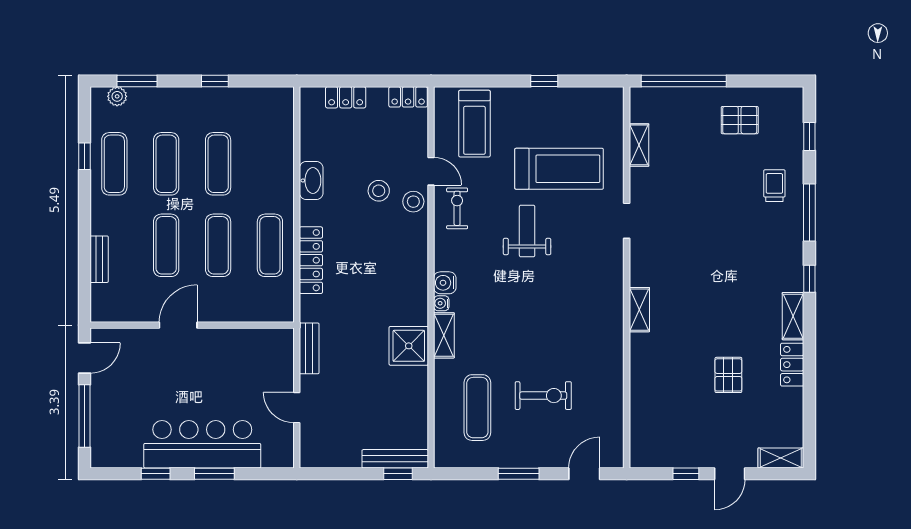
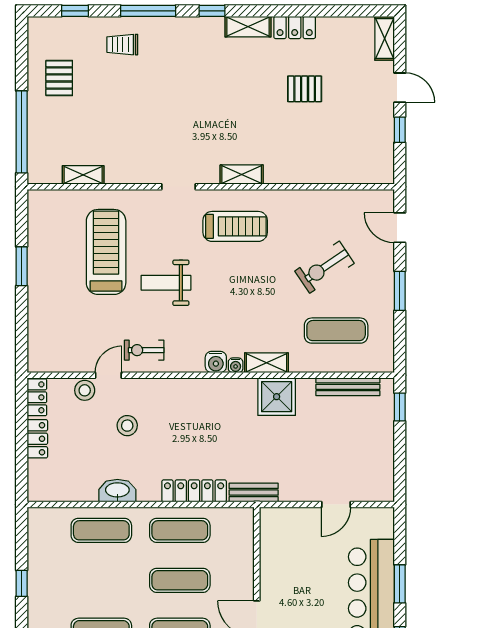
window: (544, 81) -> (22, 266), width x1.50
locker: (346, 97) -> (37, 439), moved
treadmill: (474, 124) -> (235, 226), moved
exercise mat: (218, 164) -> (101, 530), moved
stool: (413, 202) -> (85, 390), moved
doorway: (627, 221) -> (178, 187), moved
bench: (309, 348) -> (254, 493), moved
exercise bike: (543, 396) -> (324, 267), turned -124
bench: (395, 459) -> (348, 387), moved, turned 90

